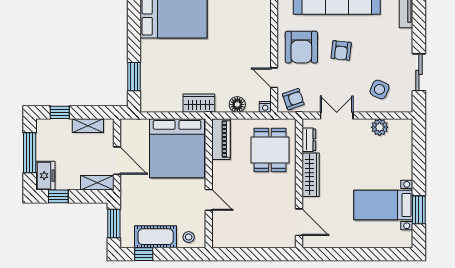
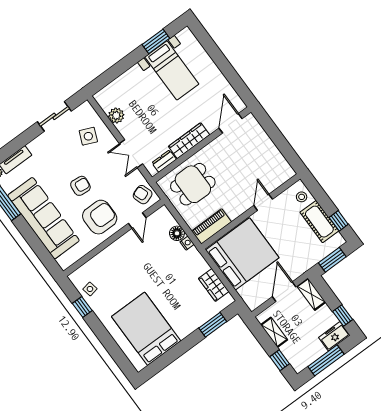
wardrobe: (199, 103) -> (214, 285), moved
nightstand: (265, 107) -> (187, 243), moved

